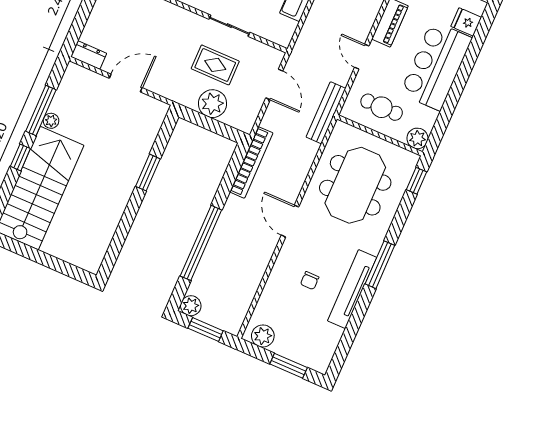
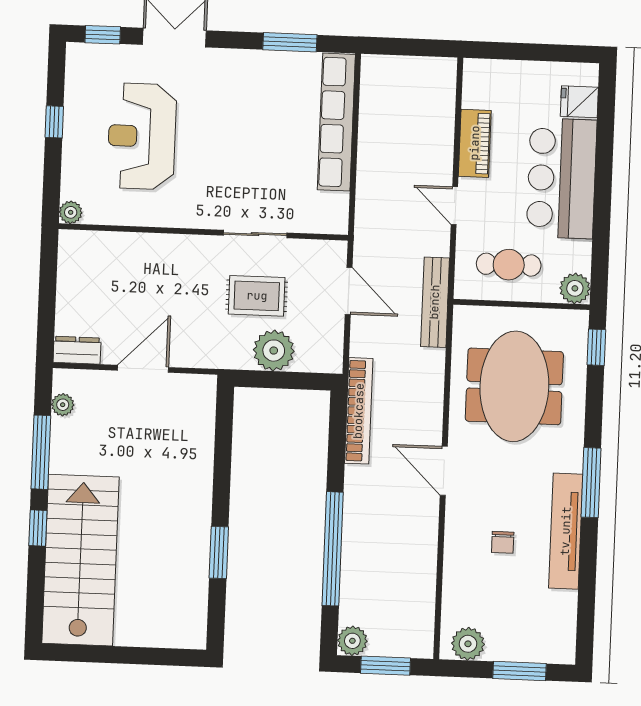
plant: (51, 121) -> (63, 405), moved
window: (148, 173) -> (219, 552), moved

